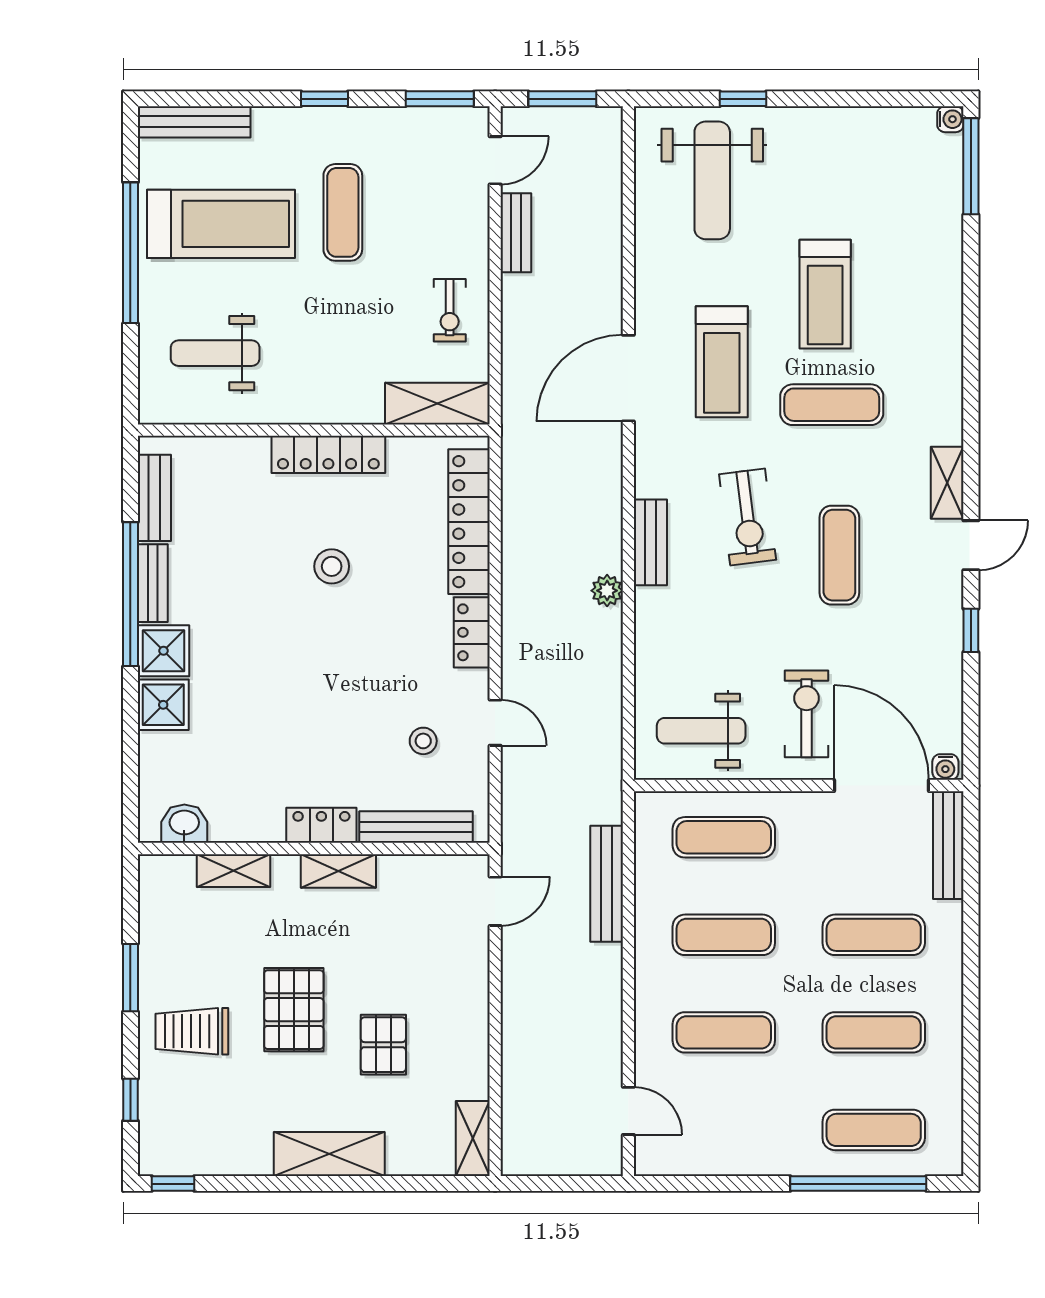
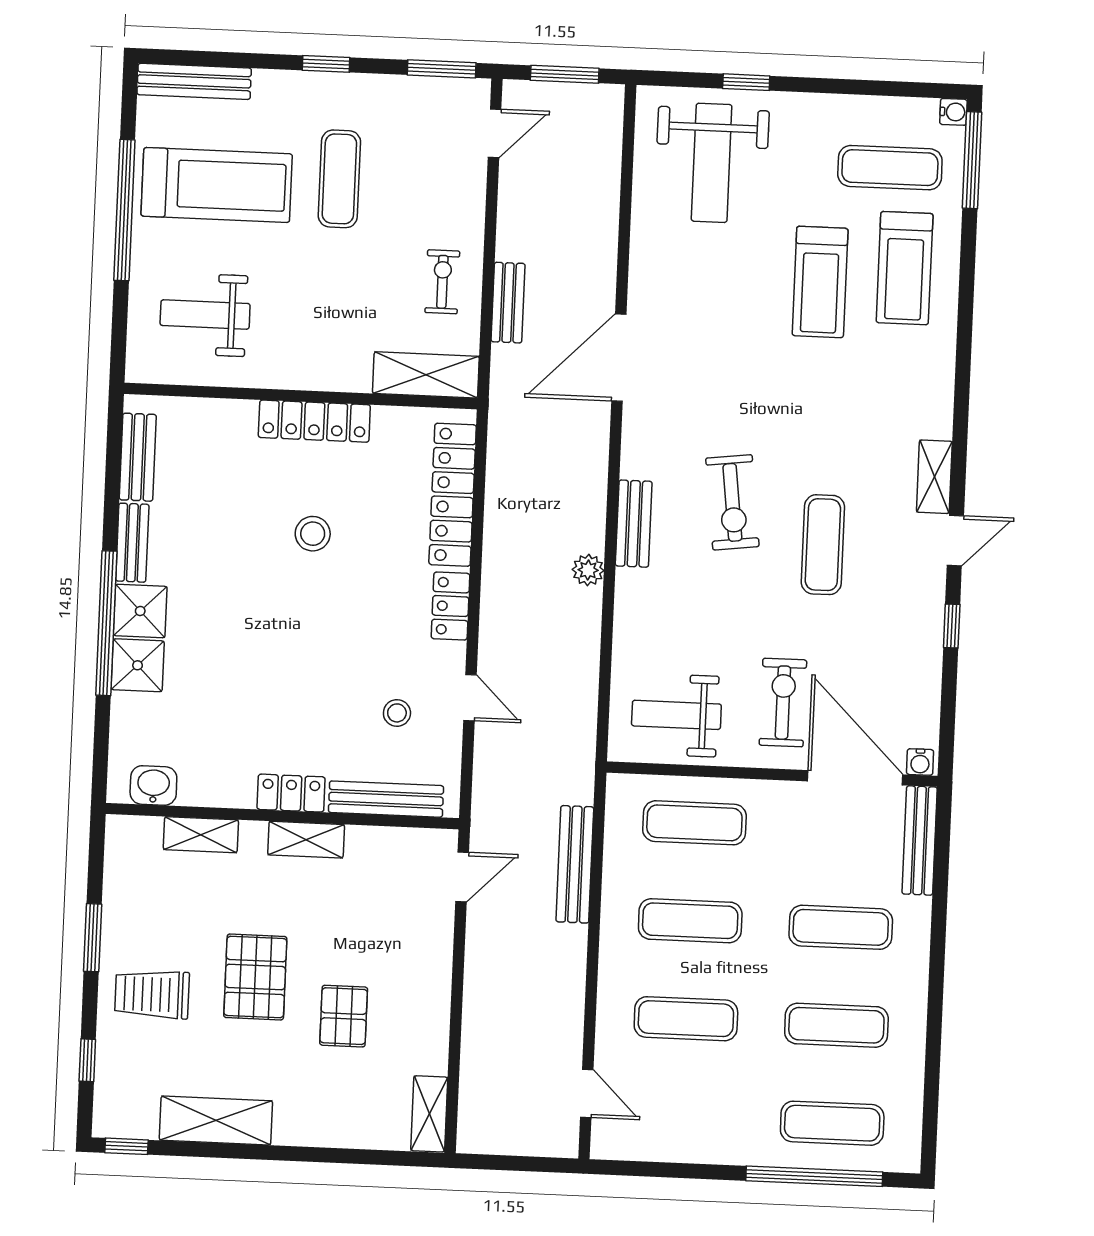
bench: (516, 233) -> (508, 303), moved
exercise bike: (450, 310) -> (442, 282), turned 180
treadmill: (722, 362) -> (905, 268), moved
exercise mat: (832, 405) -> (890, 168), moved
window: (130, 594) -> (106, 623), moved
shelving: (329, 1154) -> (216, 1120), moved

